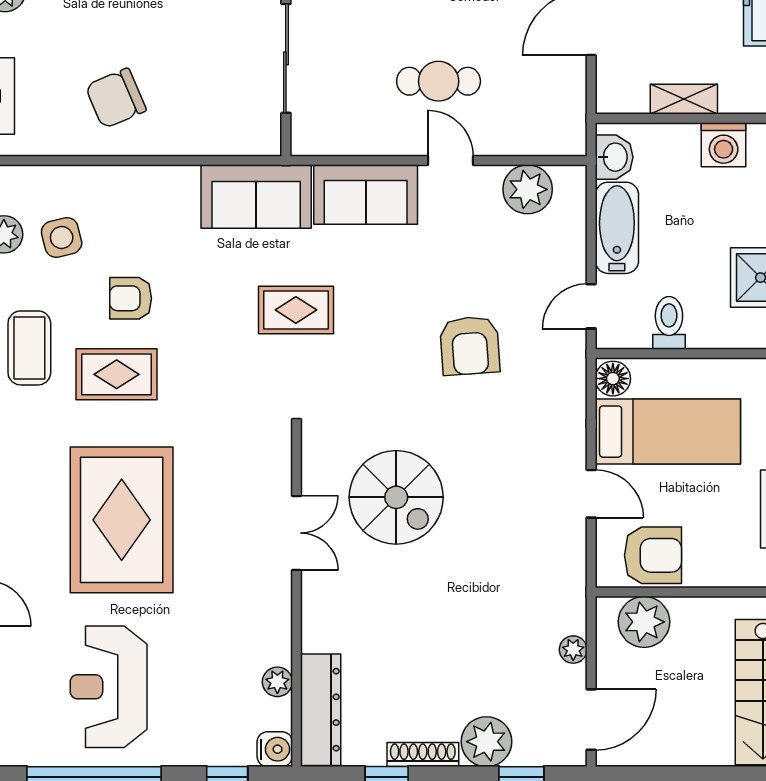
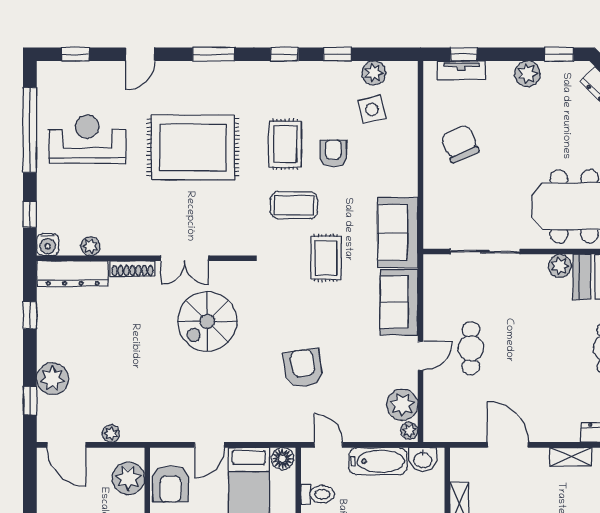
plant: (569, 178) -> (409, 431), added
armchair: (470, 346) -> (303, 368), turned 86
coffee table: (29, 348) -> (294, 205), moved
shoe rack: (423, 755) -> (132, 269), moved, turned 90

